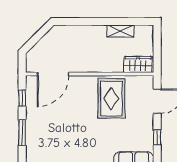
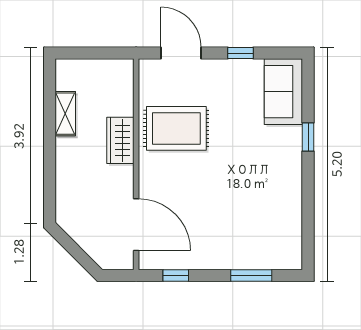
wardrobe: (138, 64) -> (120, 140), moved
window: (22, 133) -> (251, 276), moved

